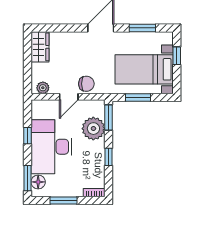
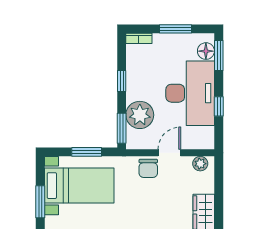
window: (177, 56) -> (40, 202), width x1.50
chair: (86, 84) -> (148, 168), turned -90

